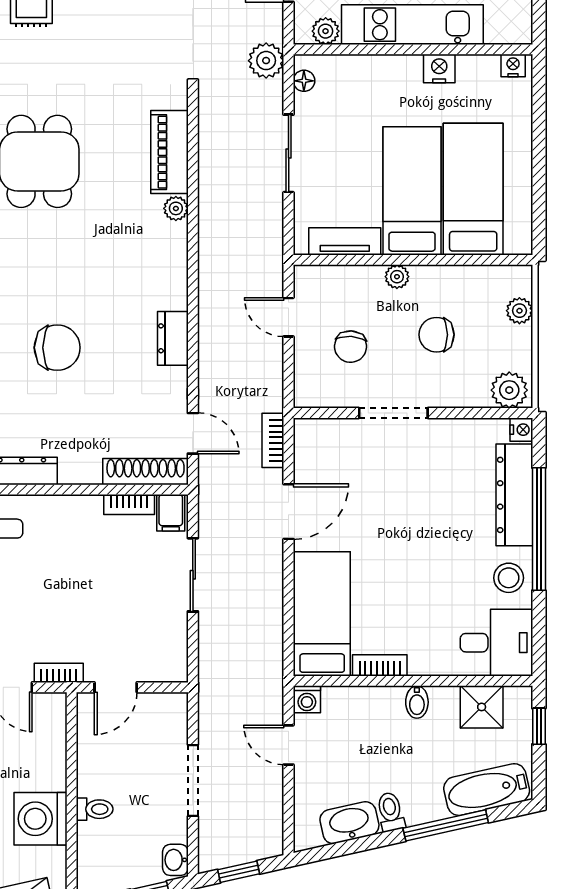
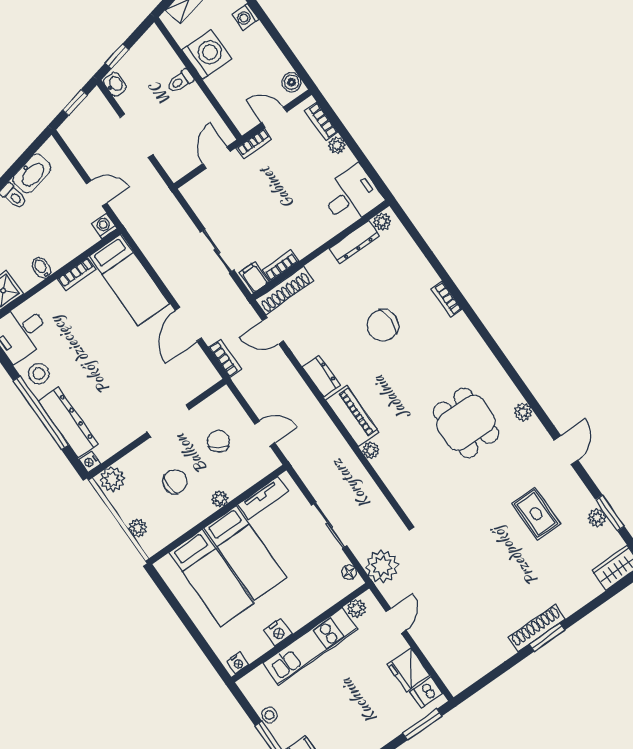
plant: (266, 61) -> (382, 566), width x1.36, depth x1.36
piano: (169, 152) -> (352, 416), moved
chair: (351, 347) -> (218, 441), turned 32

